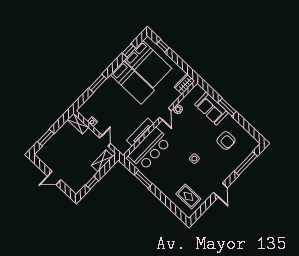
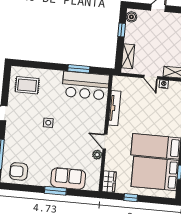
window: (163, 46) -> (131, 198), moved
door: (105, 141) -> (151, 77), moved
armchair: (226, 141) -> (19, 171), moved
bar counter: (150, 149) -> (85, 86), moved, turned -90
boiler: (78, 186) -> (131, 17), added

